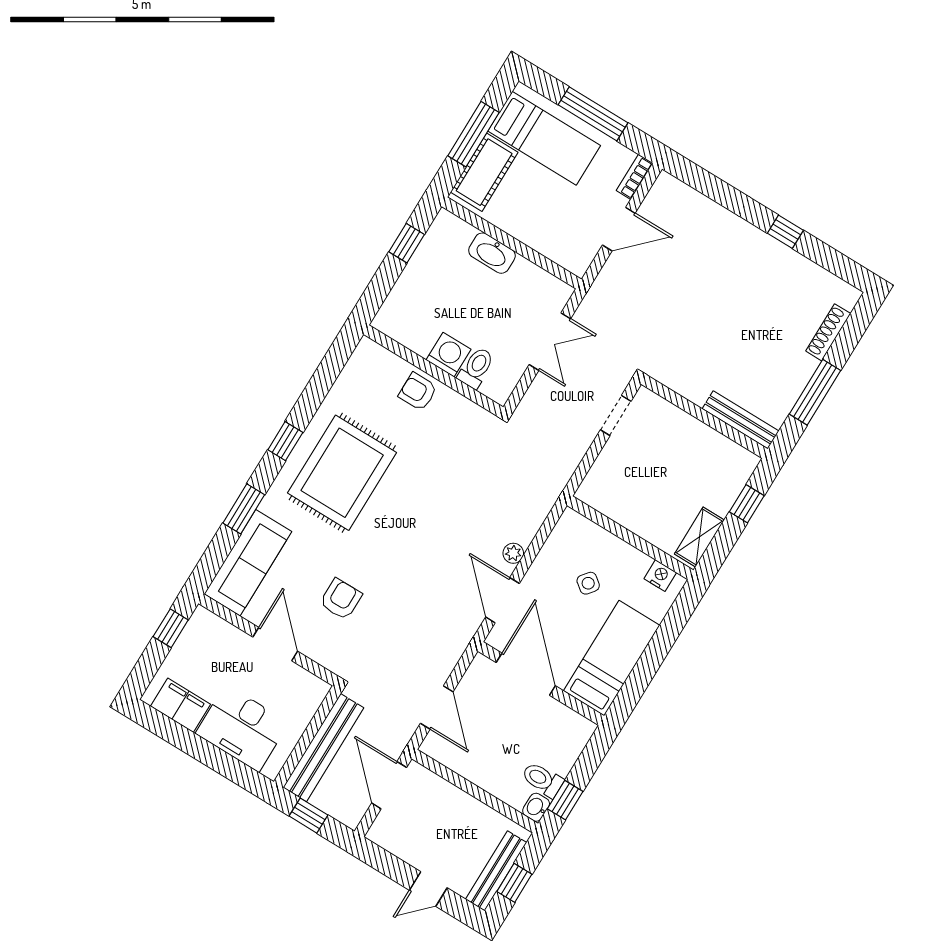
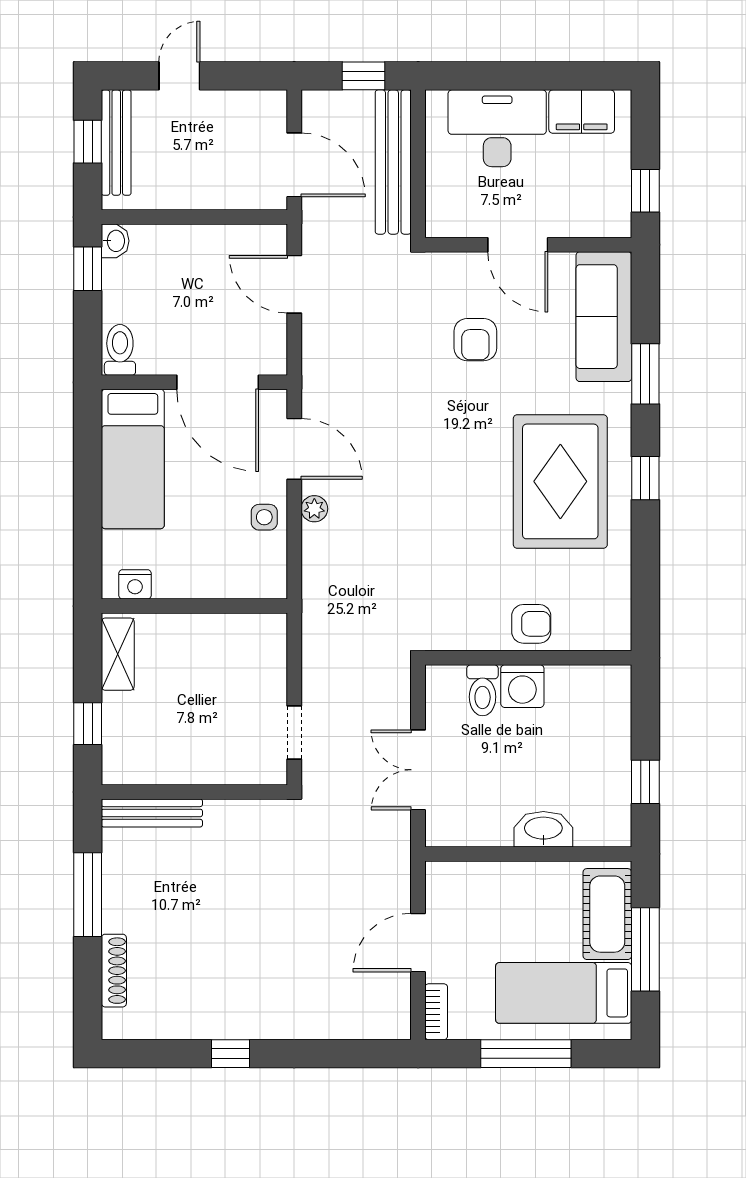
side table: (588, 583) -> (264, 517), moved, turned -38
toilet: (542, 780) -> (120, 350), moved, turned -90

